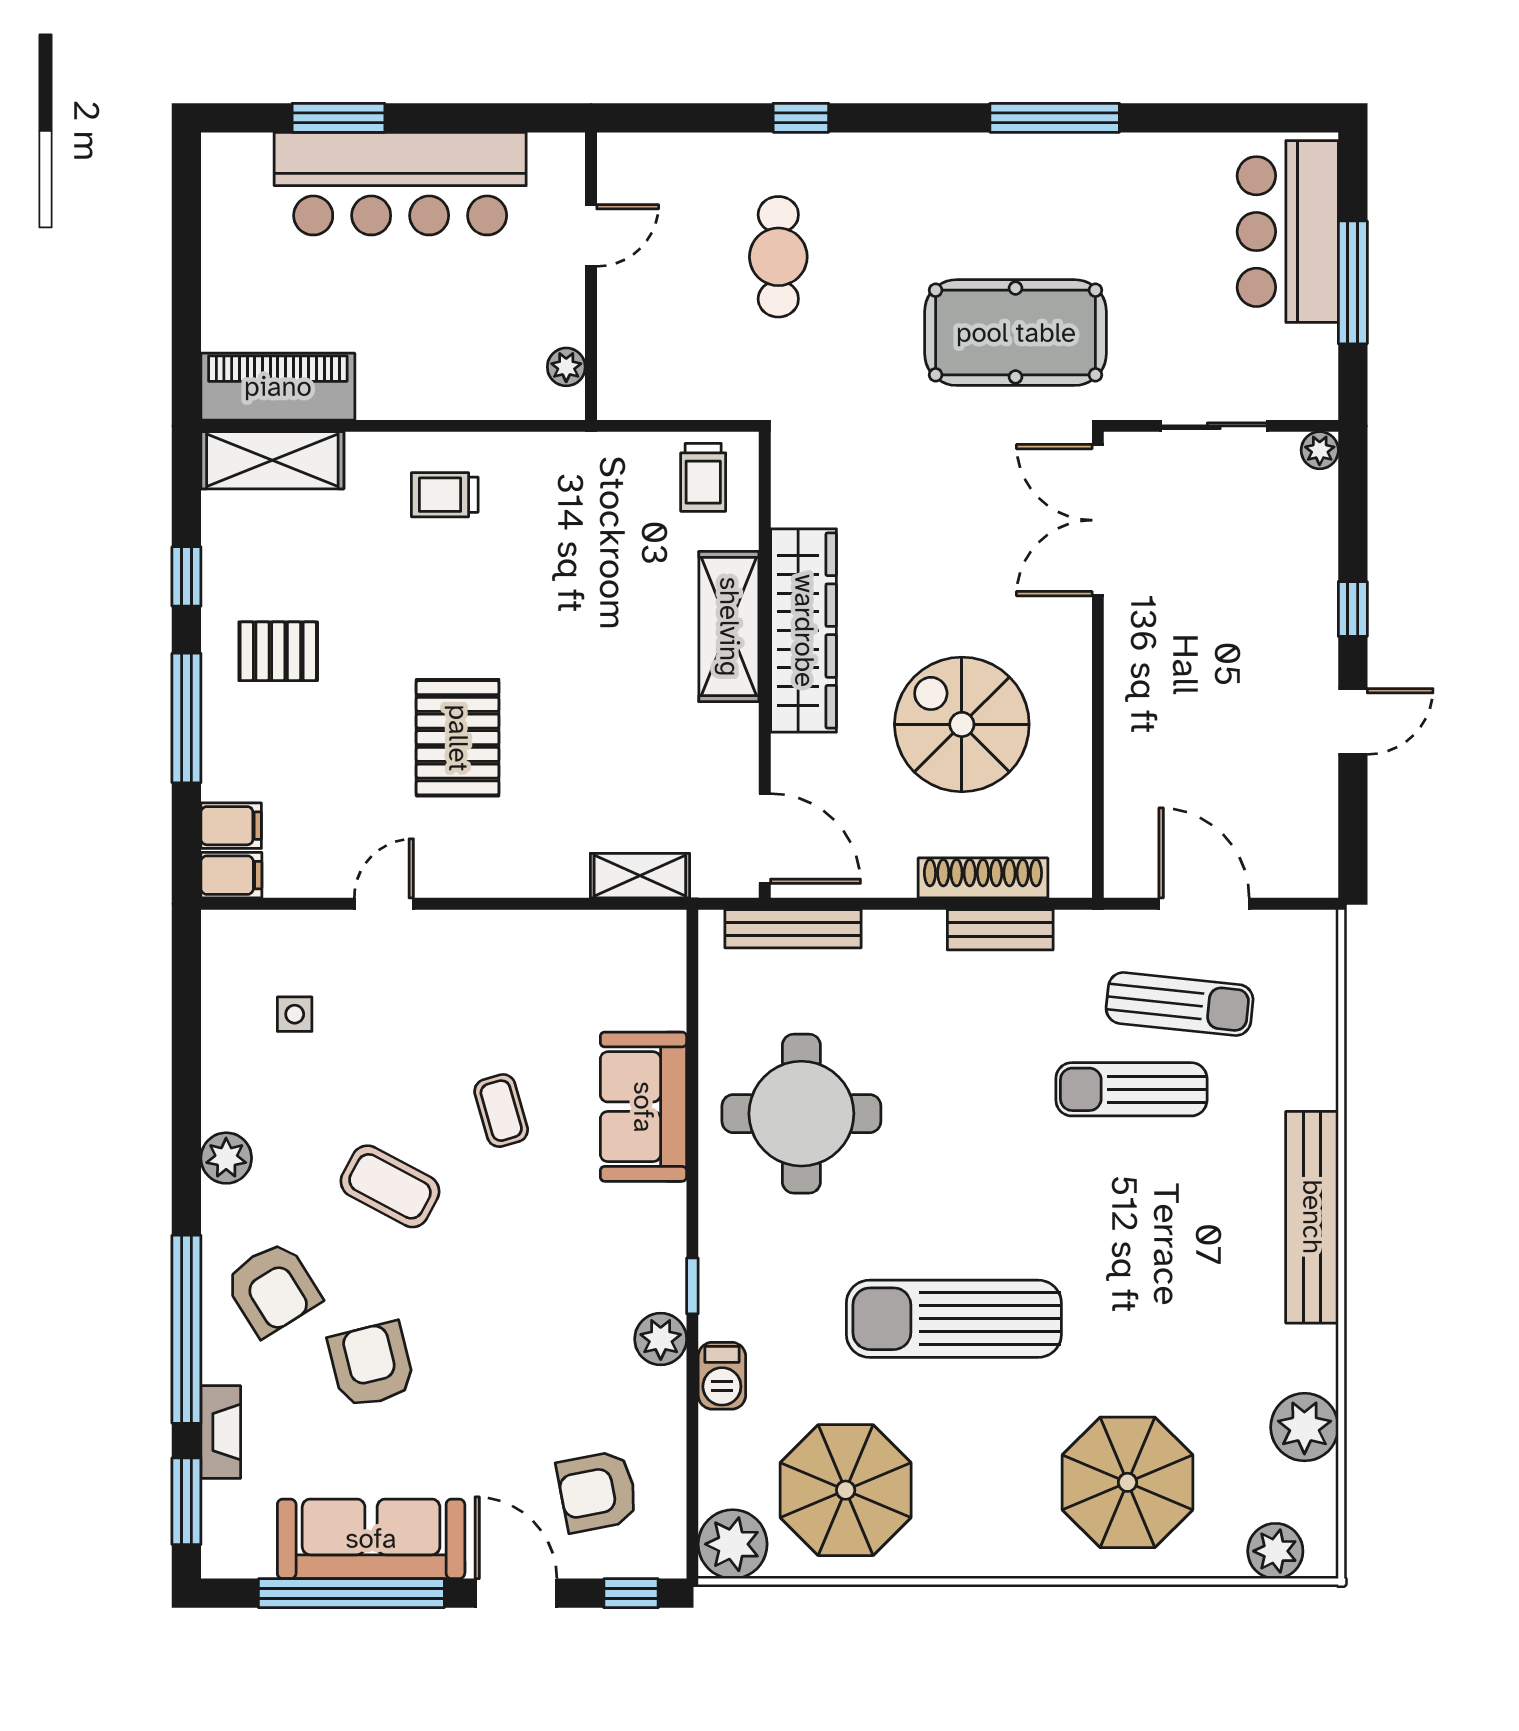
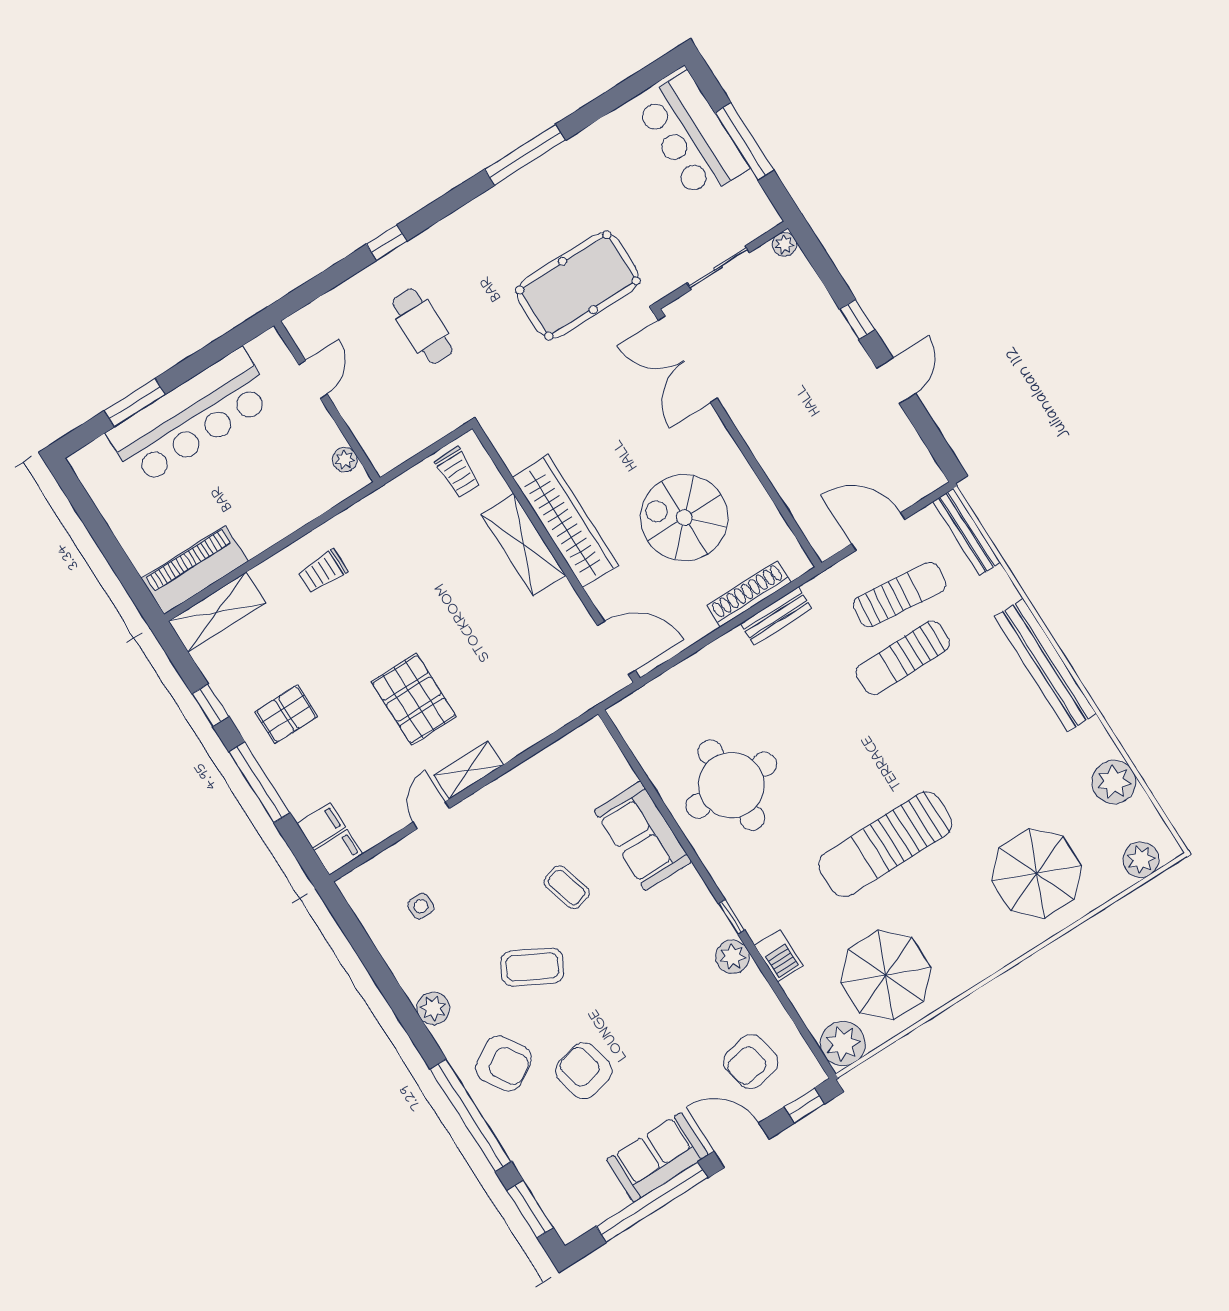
shelving: (640, 876) -> (468, 770), moved
bench: (793, 929) -> (967, 532), moved, turned 90
fireplace: (221, 1432) -> (525, 1160), removed
sofa: (371, 1539) -> (657, 1157), width x0.73

